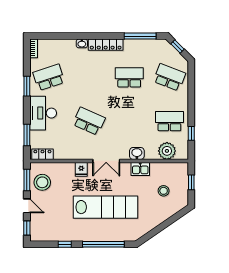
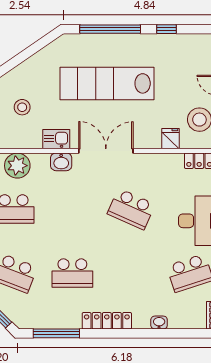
washbasin: (82, 43) -> (159, 323), moved
double door: (106, 161) -> (106, 151), width x1.37
fridge: (81, 169) -> (170, 139), moved

